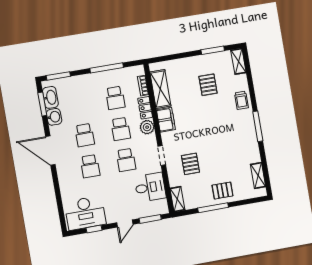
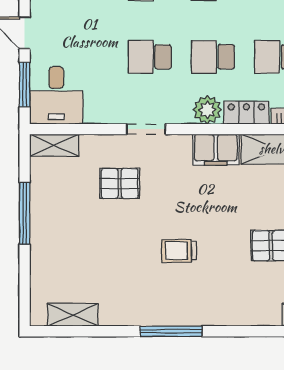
trolley: (241, 100) -> (179, 251), moved
desk: (150, 187) -> (56, 95), moved
pallet: (222, 191) -> (55, 238), removed

